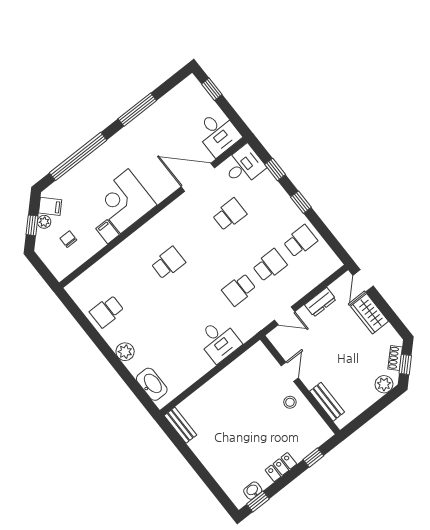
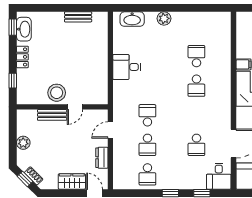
school desk: (107, 311) -> (196, 56), moved
desk: (219, 341) -> (127, 67), moved
door: (290, 372) -> (75, 107), hinge flipped
plant: (384, 384) -> (23, 143), moved
stool: (290, 402) -> (57, 93), width x1.89, depth x1.89
bench: (327, 402) -> (52, 115), moved
bench: (180, 425) -> (78, 17), moved
washbasin: (253, 491) -> (24, 29), width x1.91, depth x1.45

